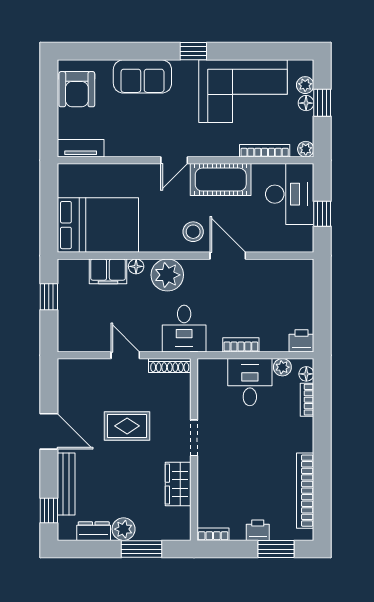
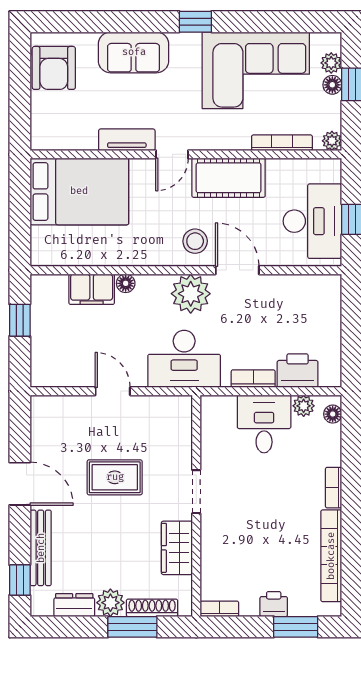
tv unit: (81, 148) -> (127, 140), moved
desk: (290, 194) -> (312, 221), moved
bed: (98, 225) -> (79, 191), moved
plant: (167, 275) -> (191, 294), moved
desk: (184, 329) -> (184, 359), width x1.37
printer: (301, 341) -> (298, 371), moved, width x1.36, depth x1.24
shoe rack: (170, 366) -> (152, 608), moved, turned 180
bookcase: (307, 400) -> (334, 488), moved

